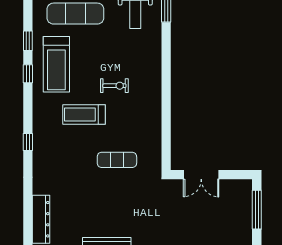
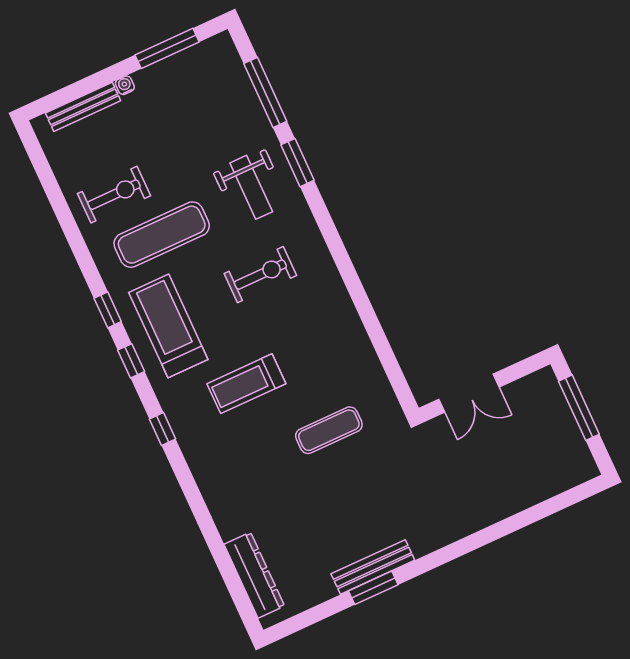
treadmill: (56, 64) -> (168, 326), turned 180
exercise bike: (114, 86) -> (260, 275), moved, width x1.38, depth x1.39
window: (28, 142) -> (163, 429), moved

